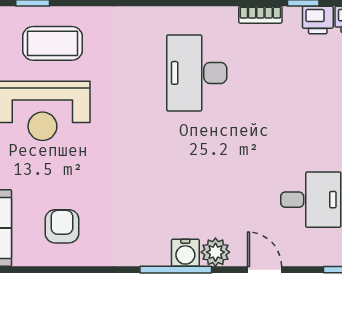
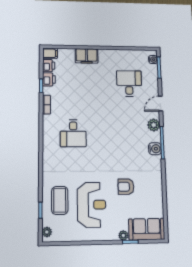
desk: (197, 73) -> (73, 133), width x0.73
armchair: (62, 226) -> (126, 187), moved
water cooler: (185, 253) -> (155, 149), moved

